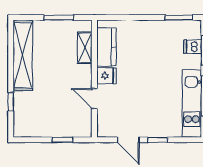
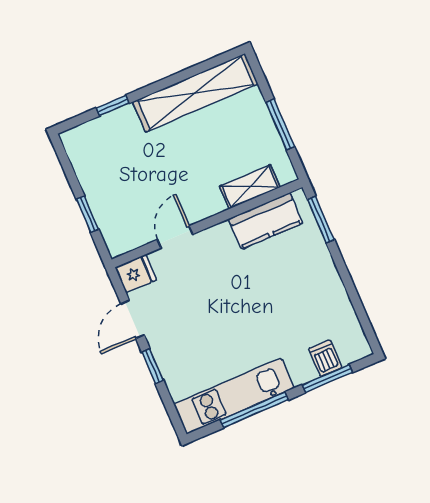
window: (179, 18) -> (321, 220), moved
fridge: (106, 76) -> (136, 274), moved, turned -90

